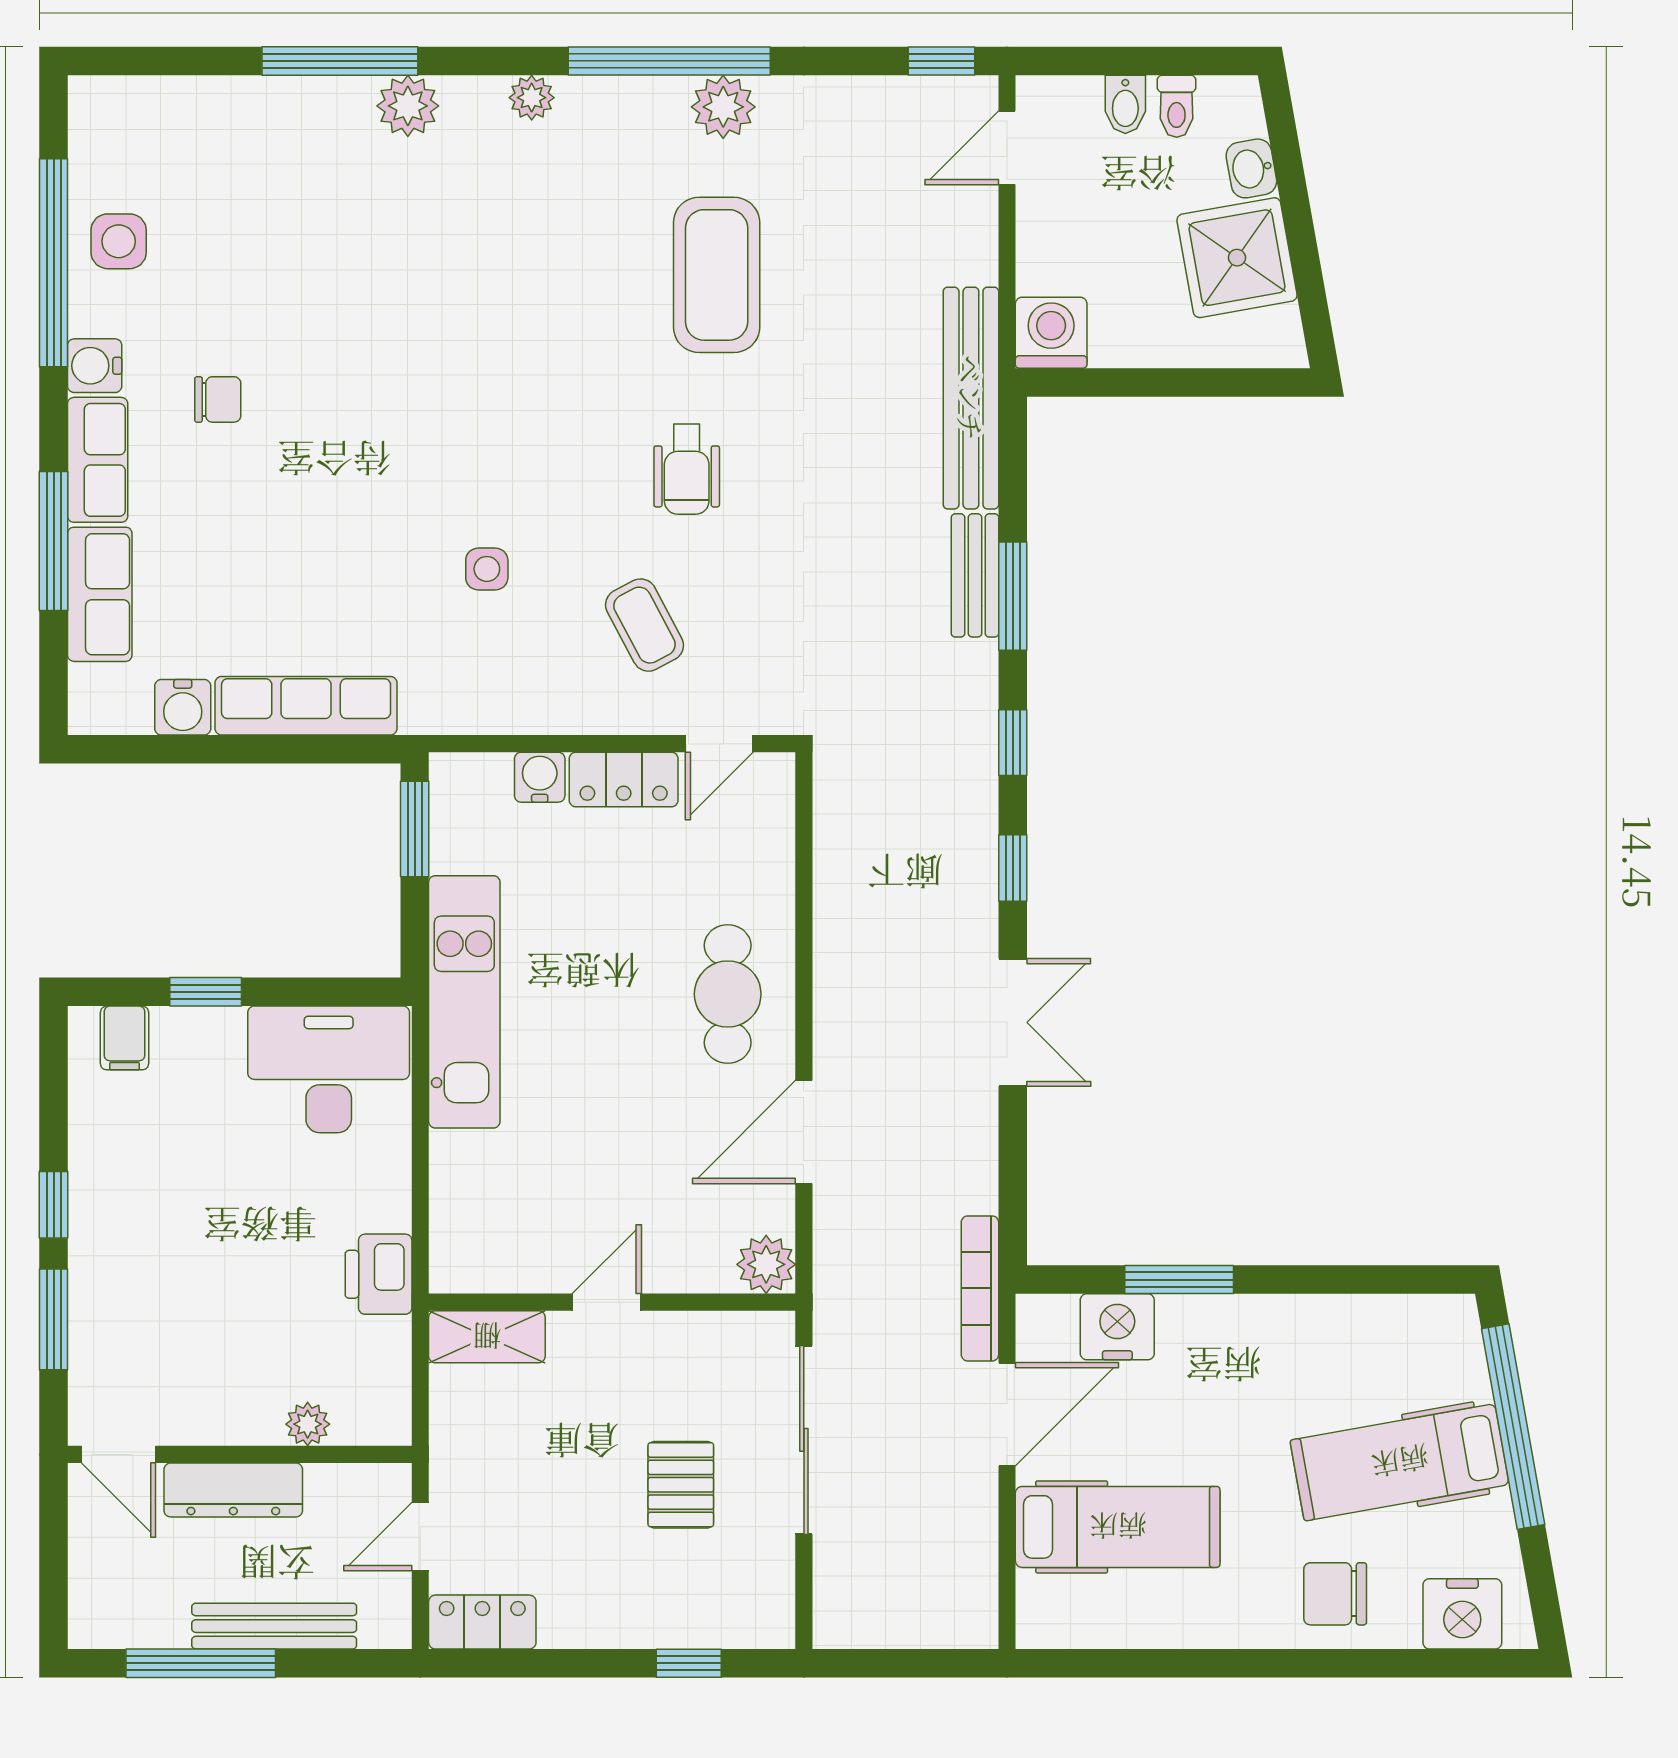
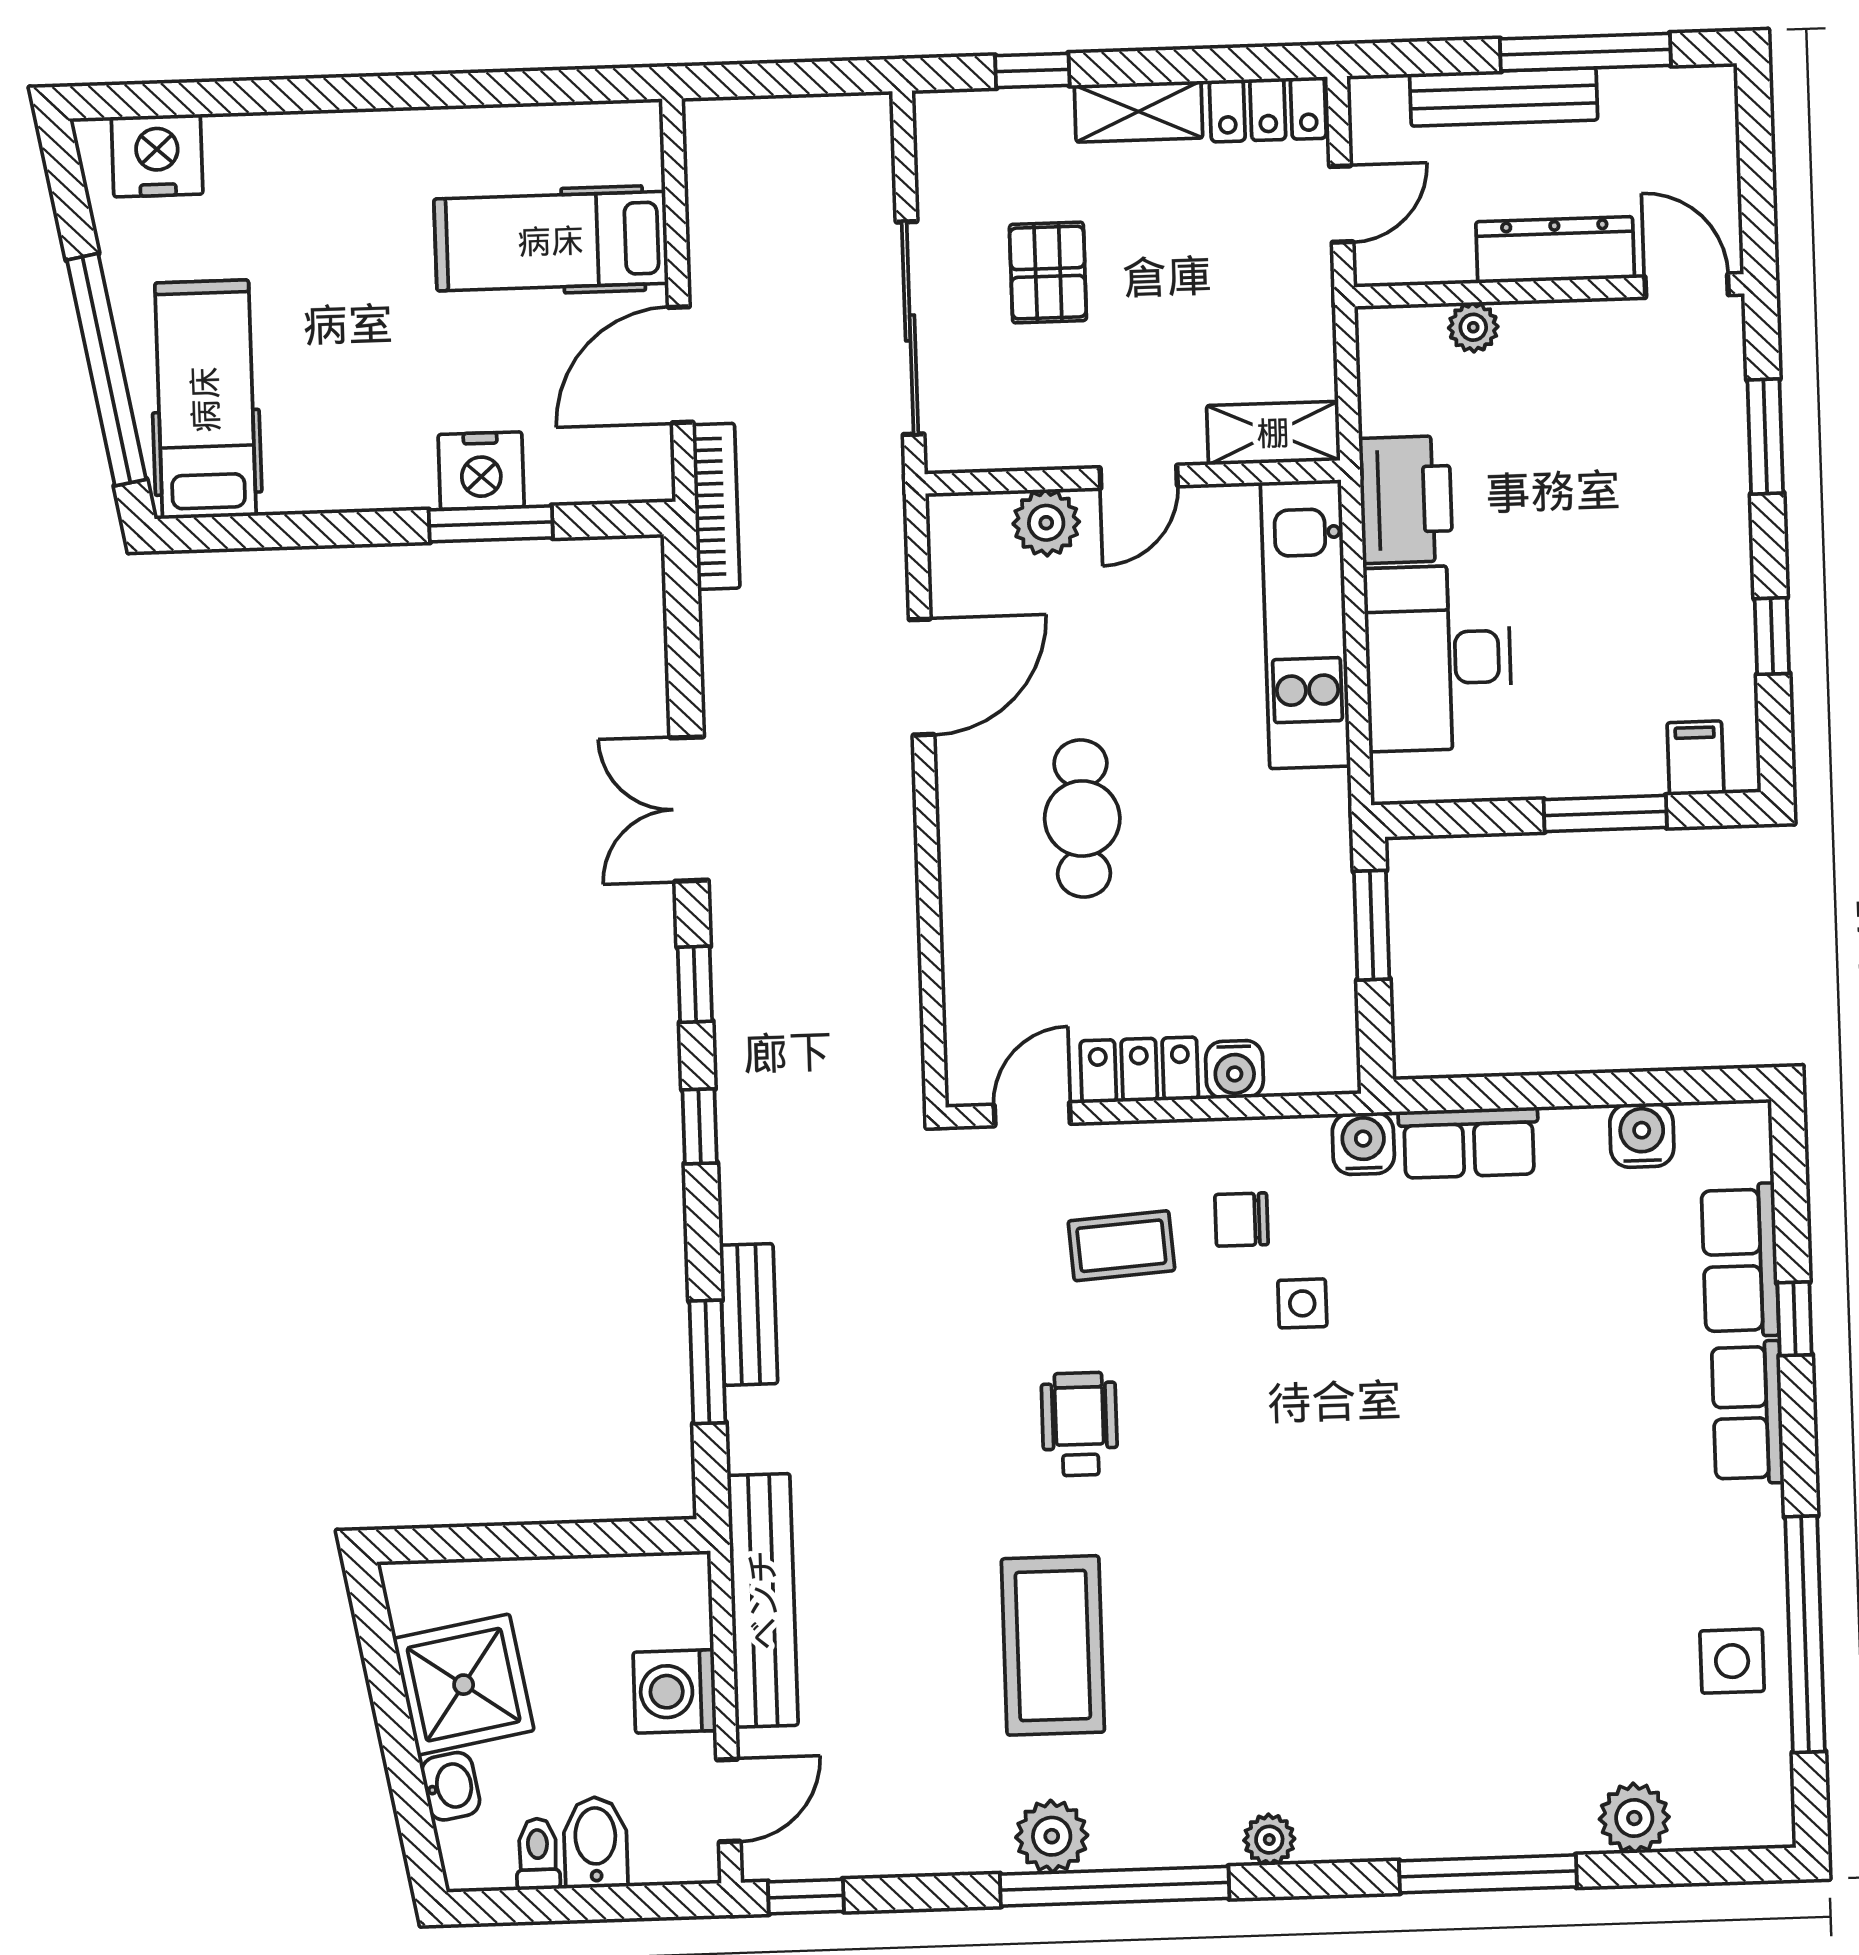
bidet: (1125, 104) -> (595, 1842), width x1.38, depth x1.36
plant: (408, 106) -> (1634, 1818), moved
washing machine: (1051, 333) -> (675, 1691), moved, turned 90
water cooler: (95, 366) -> (1363, 1143), moved, turned -90
bench: (971, 398) -> (763, 1600), moved
chair: (218, 399) -> (1241, 1220), moved
window: (54, 541) -> (1795, 1319), width x0.46
window: (1013, 596) -> (707, 1362), moved
coffee table: (645, 625) -> (1121, 1246), turned -66
row of seats: (306, 706) -> (1469, 1143), width x0.68
window: (415, 829) -> (1372, 925), moved
window: (206, 992) -> (1605, 813), width x1.50
cafe table: (728, 994) -> (1082, 818), moved
kitchen unit: (464, 1002) -> (1305, 624), moved
desk: (329, 1069) -> (1438, 658), moved, turned 90
window: (54, 1205) -> (1772, 636), moved
plant: (766, 1264) -> (1046, 523), moved
printer: (379, 1274) -> (1406, 500), width x1.37, depth x1.19
nightstand: (1117, 1327) -> (481, 471), moved
hospital bed: (1400, 1462) -> (205, 399), moved, turned -80
chair: (1335, 1594) -> (302, 173), removed
shelving: (596, 1624) -> (1139, 112), added

